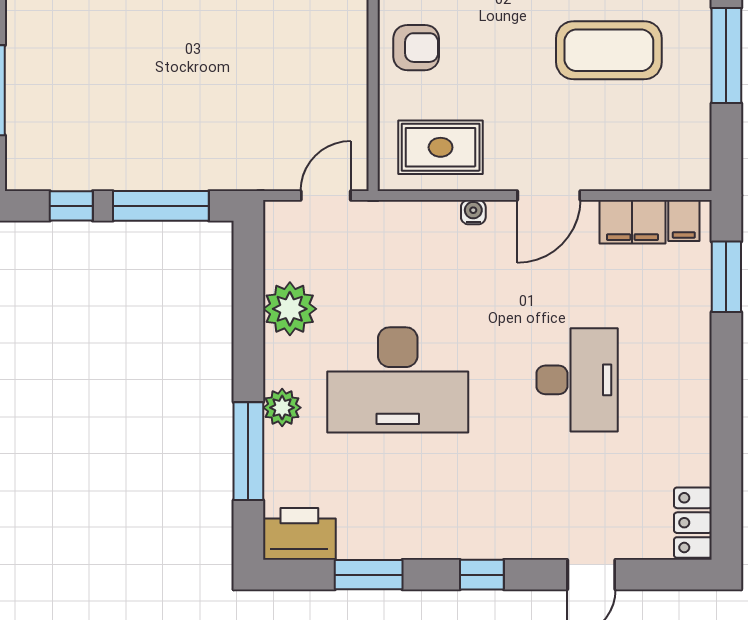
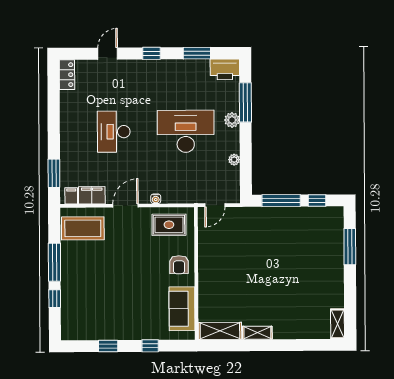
armchair: (416, 48) -> (179, 265), turned -90
coffee table: (609, 50) -> (83, 228), moved
plant: (290, 309) -> (234, 160), width x0.53, depth x0.53

